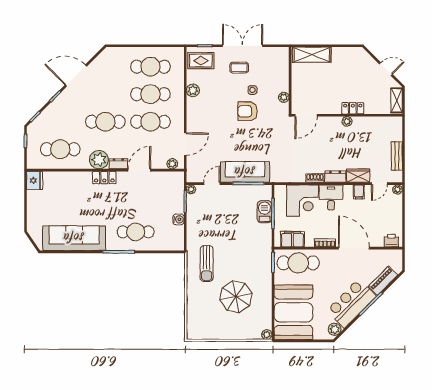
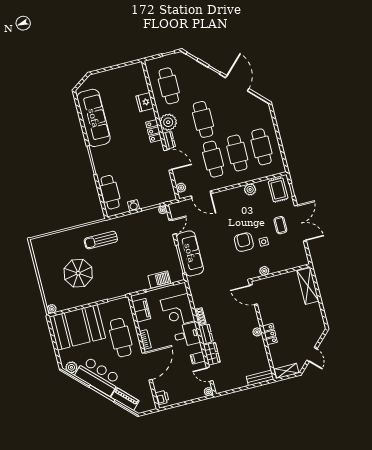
bench: (397, 156) -> (260, 378), moved
fridge: (35, 181) -> (145, 102), moved, turned 90
door: (212, 184) -> (172, 227), hinge flipped
cafe table: (136, 232) -> (110, 192), moved
cafe table: (298, 263) -> (121, 338), moved

